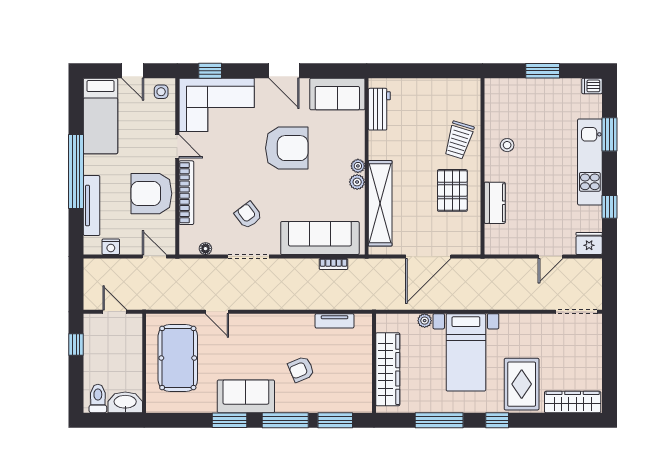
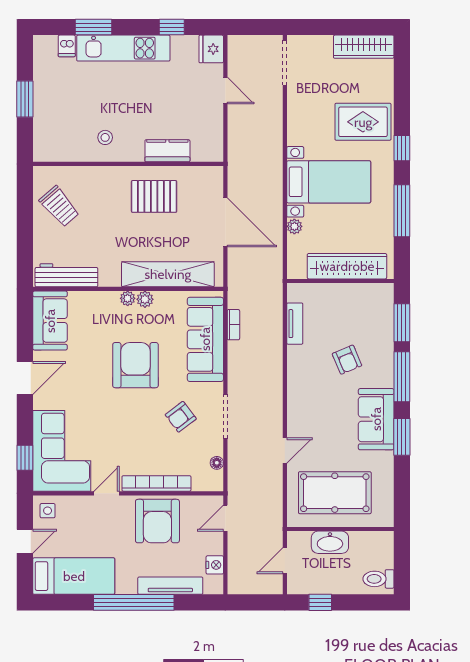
dishwasher: (592, 86) -> (67, 46), moved
workbench: (379, 109) -> (66, 275), width x1.38
trolley: (459, 140) -> (59, 206), moved, turned 32
armchair: (287, 148) -> (135, 365), moved
washbasin: (125, 402) -> (330, 542), moved, turned -90
wardrobe: (573, 402) -> (364, 47), moved, turned -90

